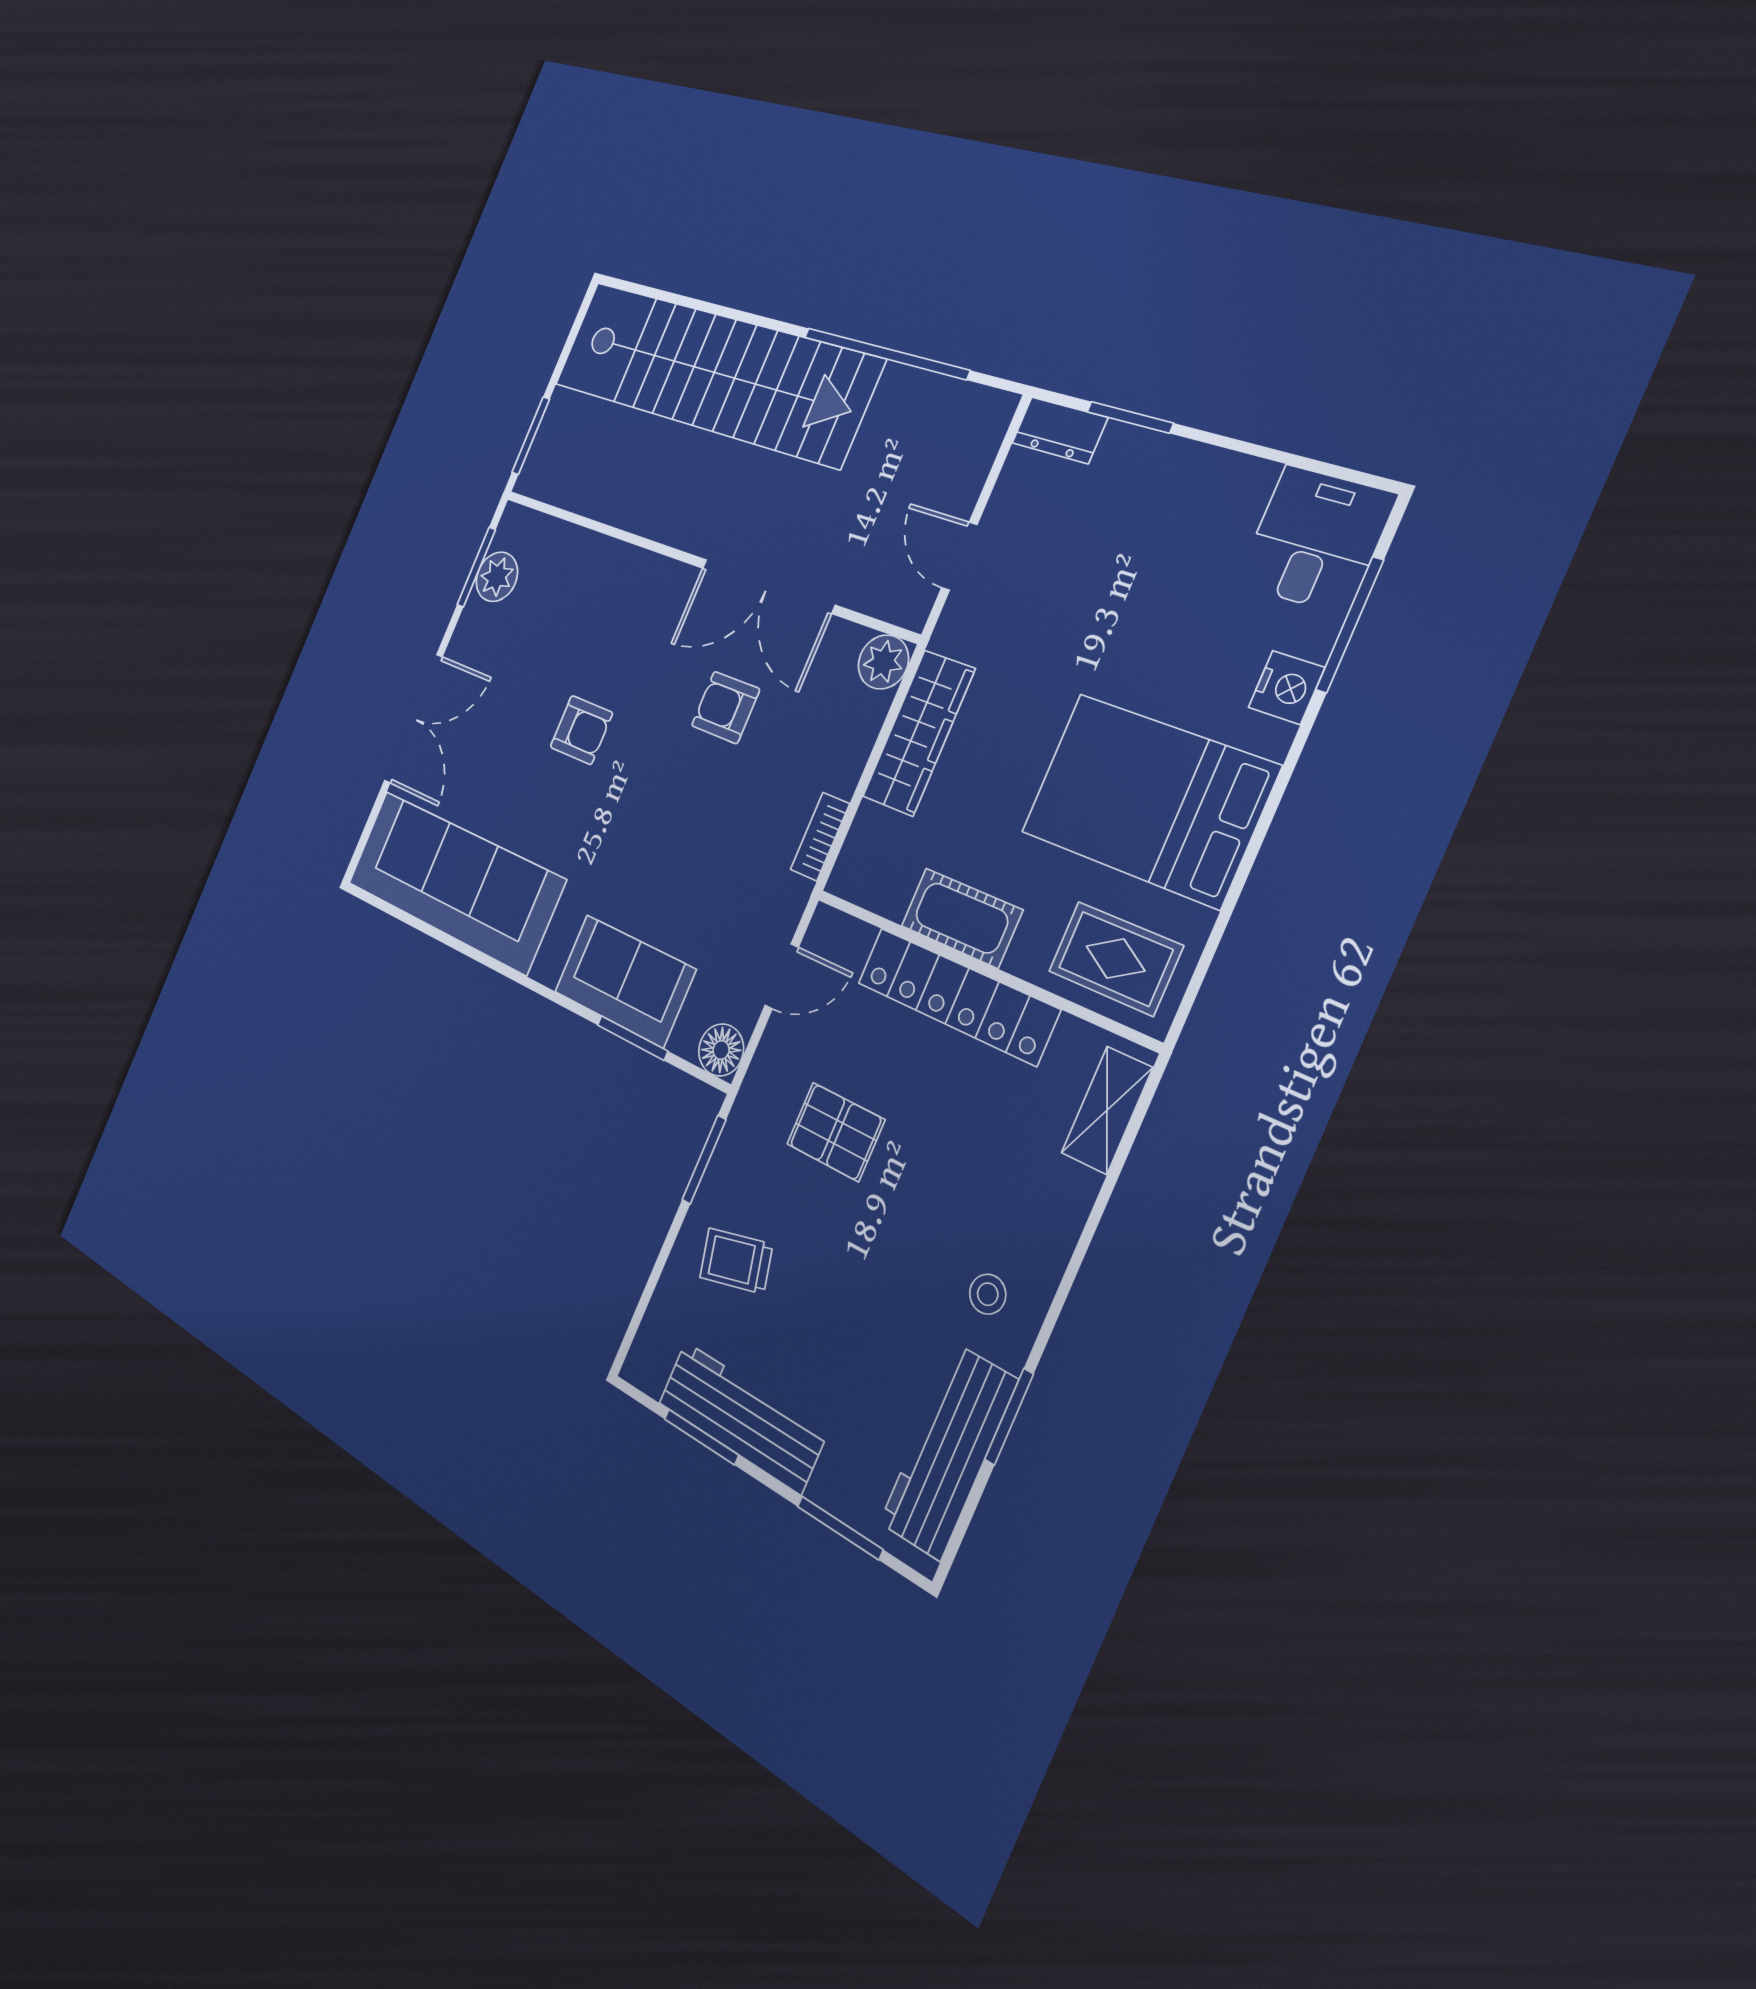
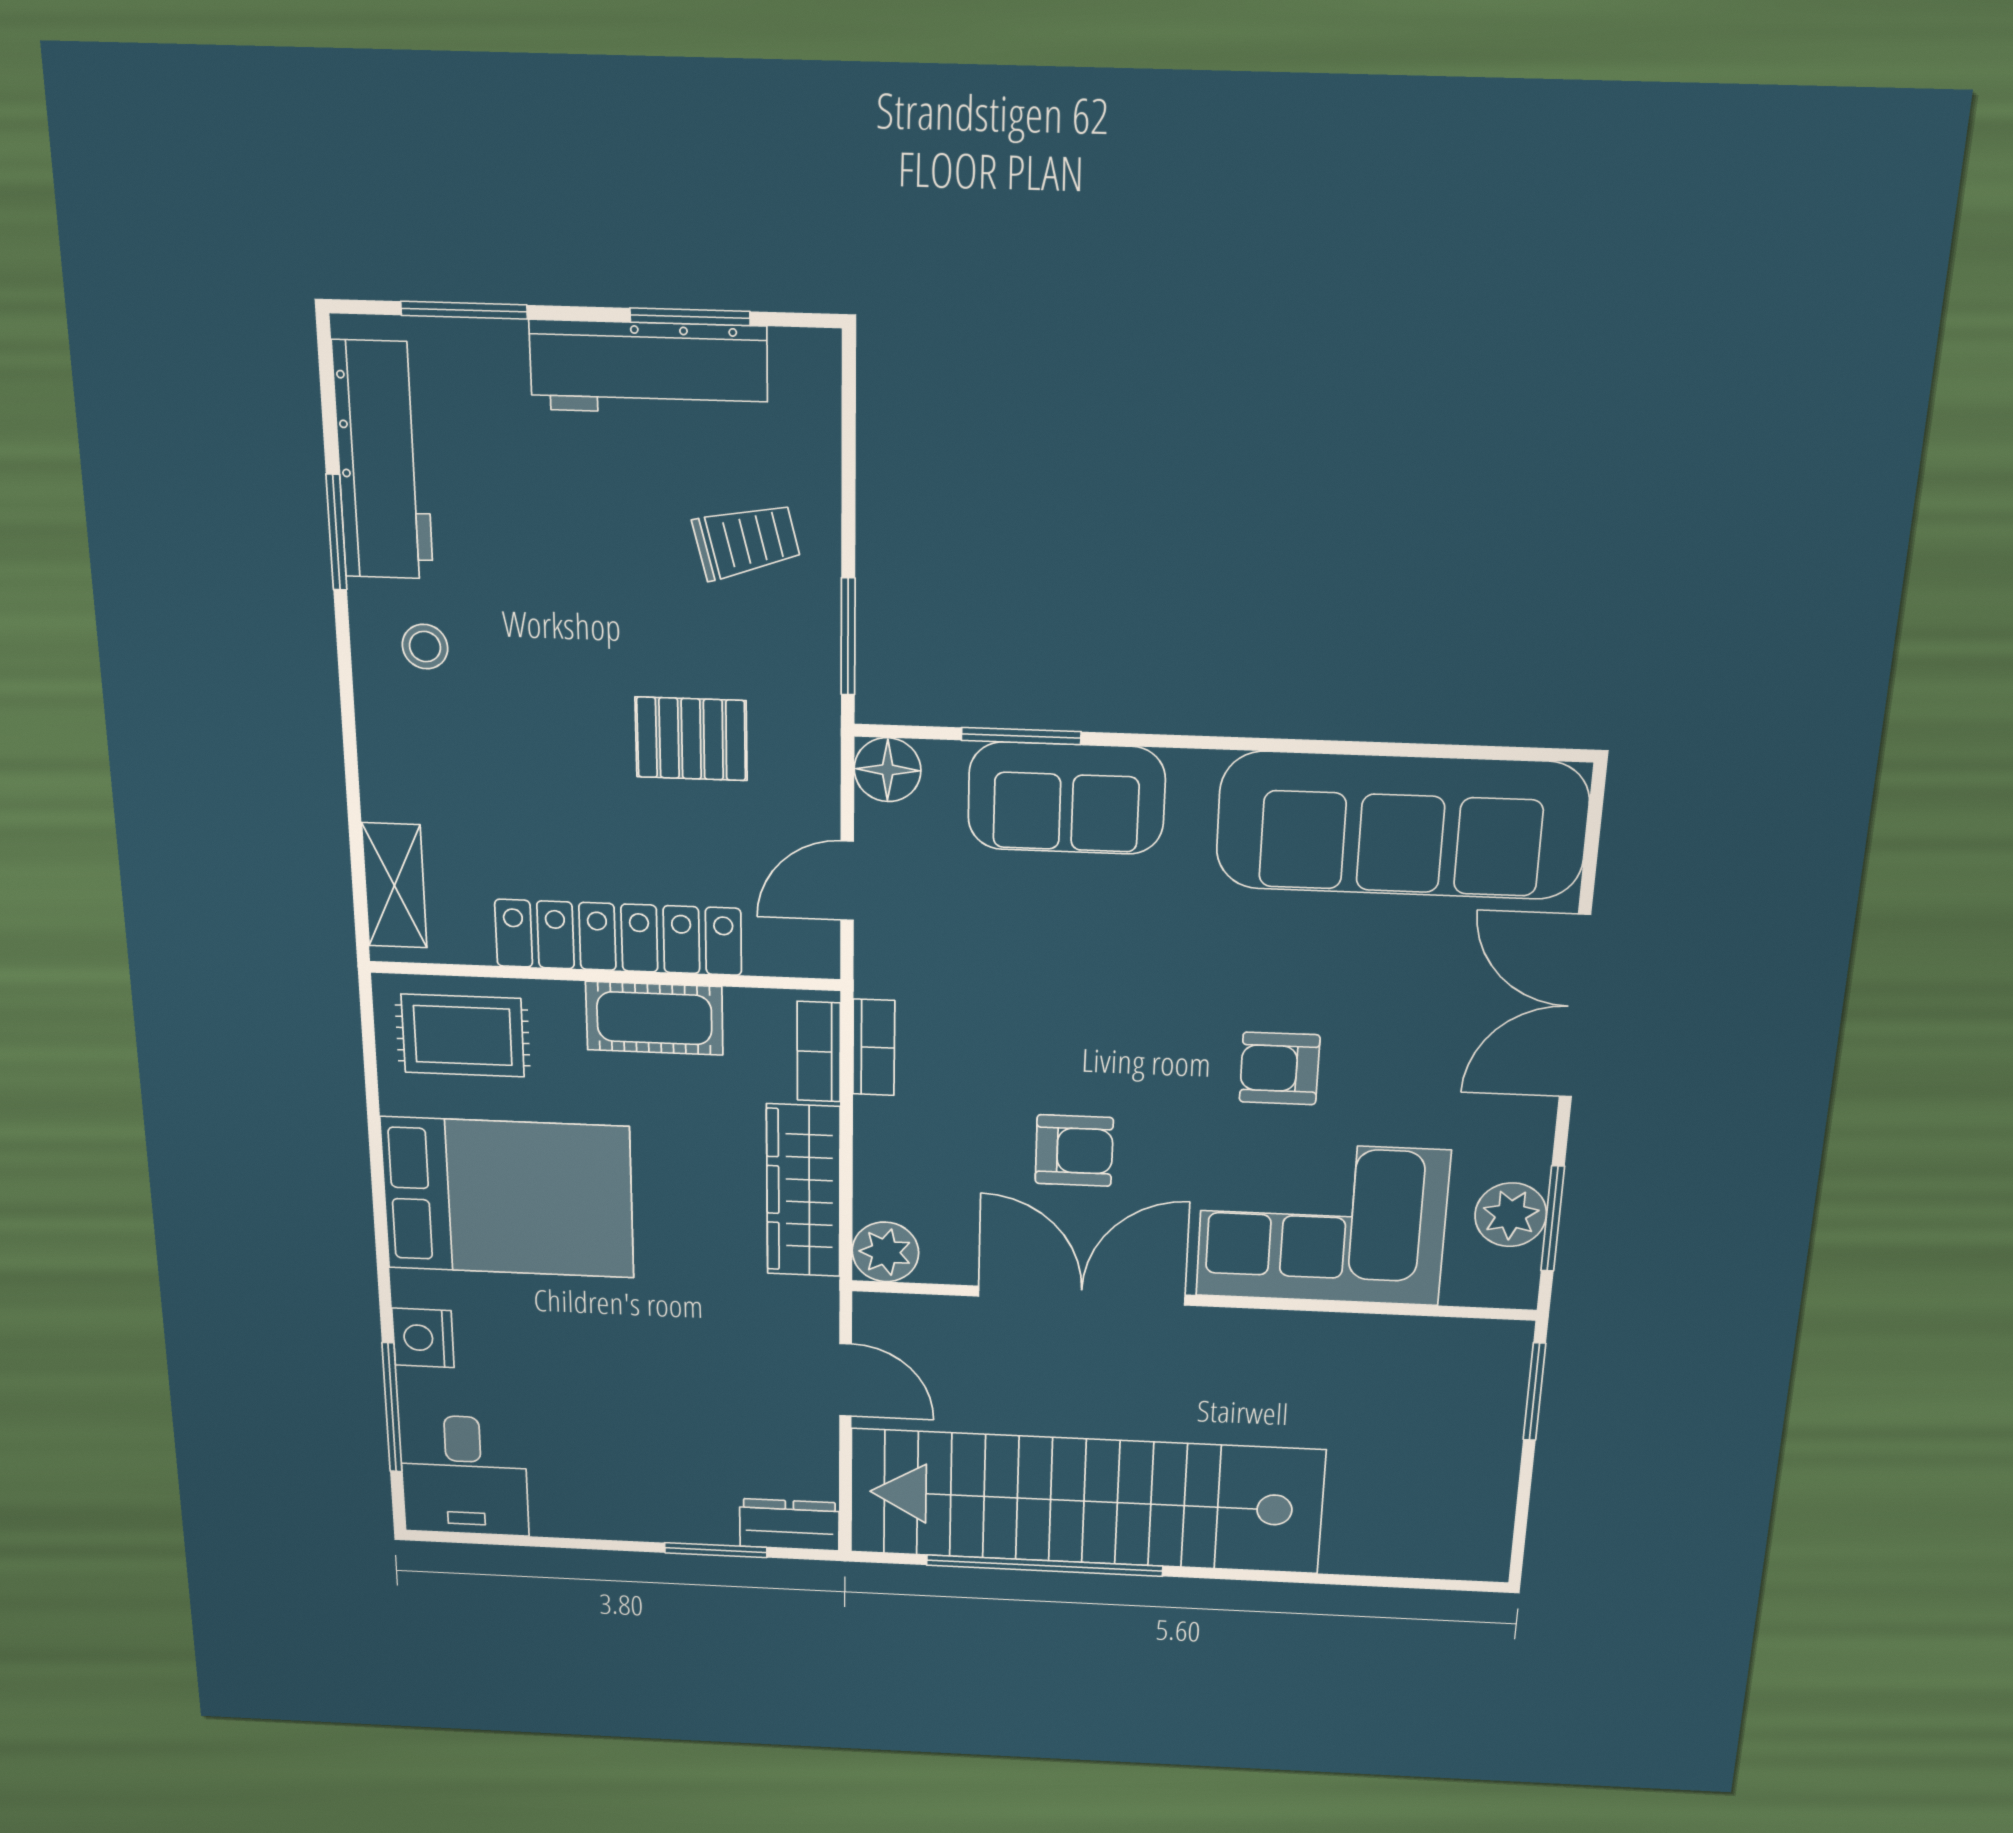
stairs: (713, 372) -> (1086, 1501), moved
corner sofa: (601, 602) -> (1322, 1223), added
bookcase: (858, 847) -> (819, 1052), added

